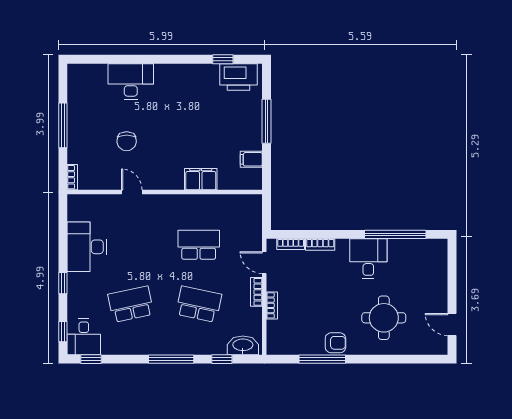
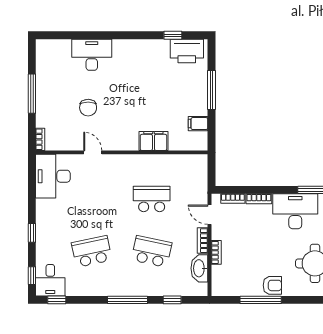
desk: (87, 247) -> (53, 176), moved
desk: (368, 259) -> (295, 211), width x1.37
washbasin: (243, 345) -> (199, 268), moved, turned -90

